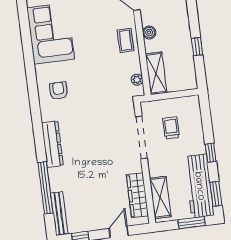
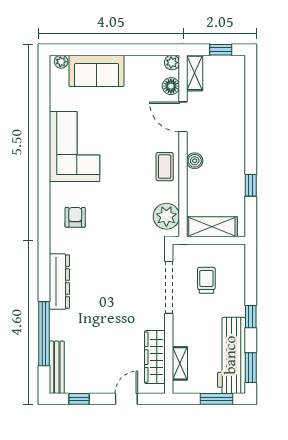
shelving: (156, 73) -> (212, 227), moved, turned 90
plant: (137, 80) -> (166, 216), width x1.88, depth x1.88
shelving: (160, 197) -> (180, 363), width x0.67, depth x0.75

